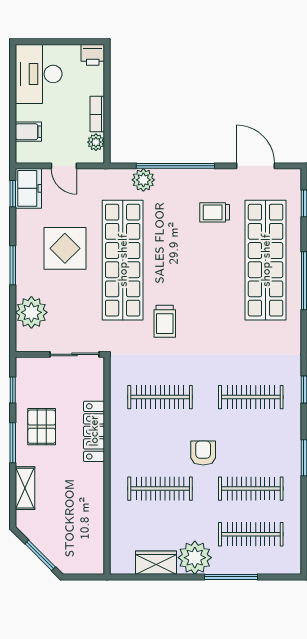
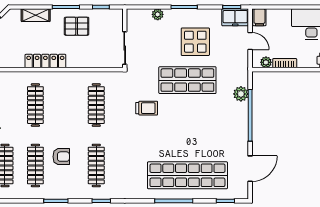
filing cabinet: (28, 132) -> (259, 17), moved
door: (64, 166) -> (250, 41), swing flipped
trolley: (215, 212) -> (219, 141), removed
shop shelf: (123, 260) -> (187, 80), width x0.71
plant: (31, 312) -> (158, 14), width x0.53, depth x0.53
trolley: (165, 321) -> (147, 108), turned 180
locker: (94, 431) -> (45, 61), moved
armchair: (203, 453) -> (61, 157), moved

